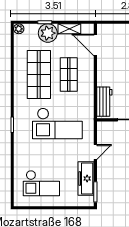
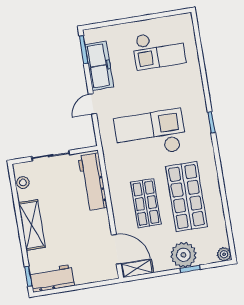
shelving: (69, 29) -> (137, 268), moved
workbench: (104, 102) -> (93, 182), width x1.38
checkout: (41, 183) -> (159, 50), turned 180

